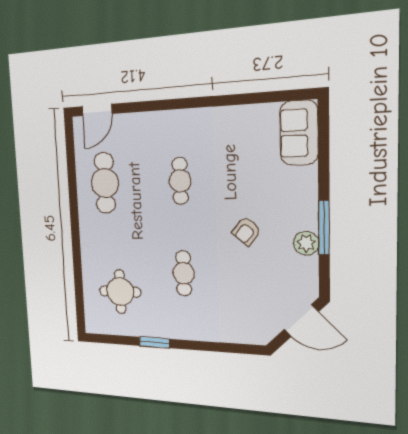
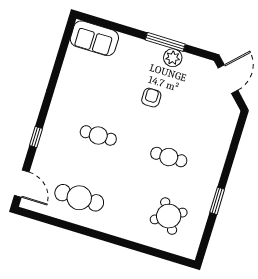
window: (153, 106) -> (36, 137), added
armchair: (247, 231) -> (151, 98), turned -129
round table: (120, 292) -> (169, 216), turned -31

